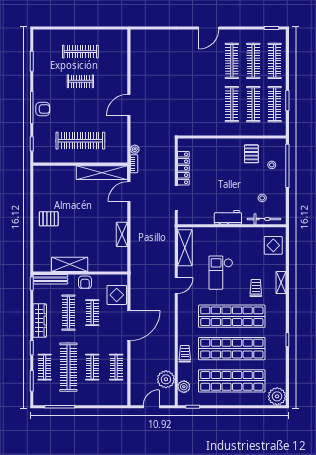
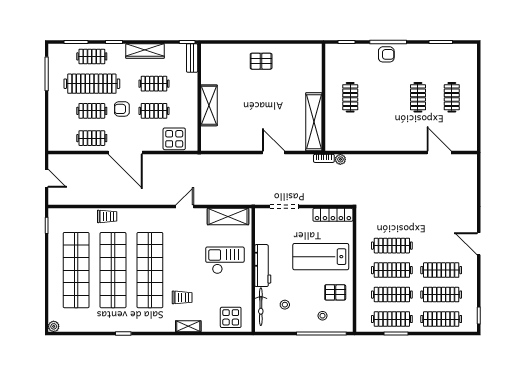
clothes rail: (80, 52) -> (452, 97), width x0.73
clothes rail: (210, 104) -> (392, 246), added
door: (129, 105) -> (439, 153), moved
armchair: (43, 109) -> (386, 54), turned -90
clothes rail: (80, 141) -> (350, 97), width x0.54, depth x0.76
lab bench: (220, 166) -> (321, 257), added
locker: (183, 168) -> (333, 215), moved
door: (129, 192) -> (274, 153), moved
workbench: (228, 217) -> (263, 266), width x1.38
pallet: (49, 219) -> (261, 61), turned 90
shelving: (122, 234) -> (243, 145), removed
shelving: (70, 264) -> (209, 105), moved
checkout: (221, 273) -> (225, 260), moved
bench: (50, 279) -> (192, 58), width x0.73
armchair: (85, 282) -> (122, 109), moved
door: (176, 286) -> (185, 207), swing flipped
clothes rail: (68, 313) -> (154, 84), width x0.73
door: (129, 326) -> (125, 153), moved
plant: (166, 379) -> (78, 195), removed
plant: (184, 387) -> (70, 215), removed
plant: (277, 396) -> (54, 326), width x0.53, depth x0.53

